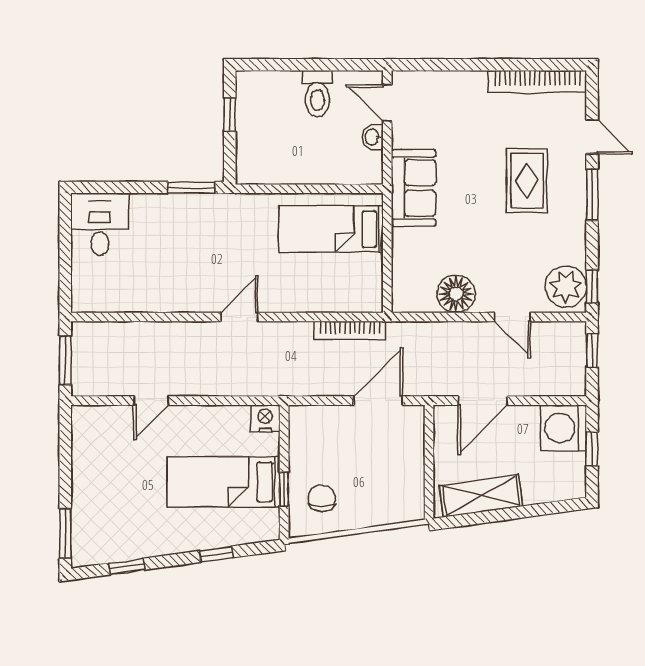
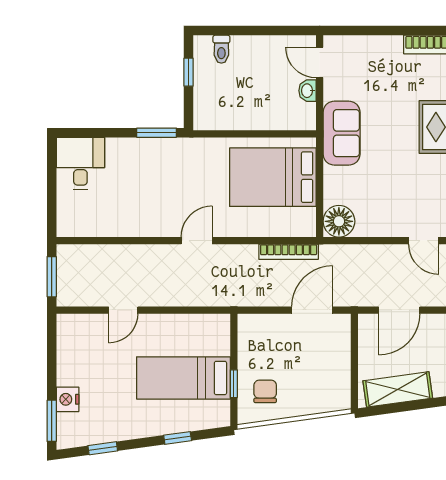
toilet: (317, 94) -> (221, 49), moved, width x0.73, depth x0.72
bed: (331, 229) -> (273, 177), width x1.50
floor lamp: (456, 294) -> (339, 221), moved
nightstand: (265, 418) -> (68, 399), moved, turned -90

